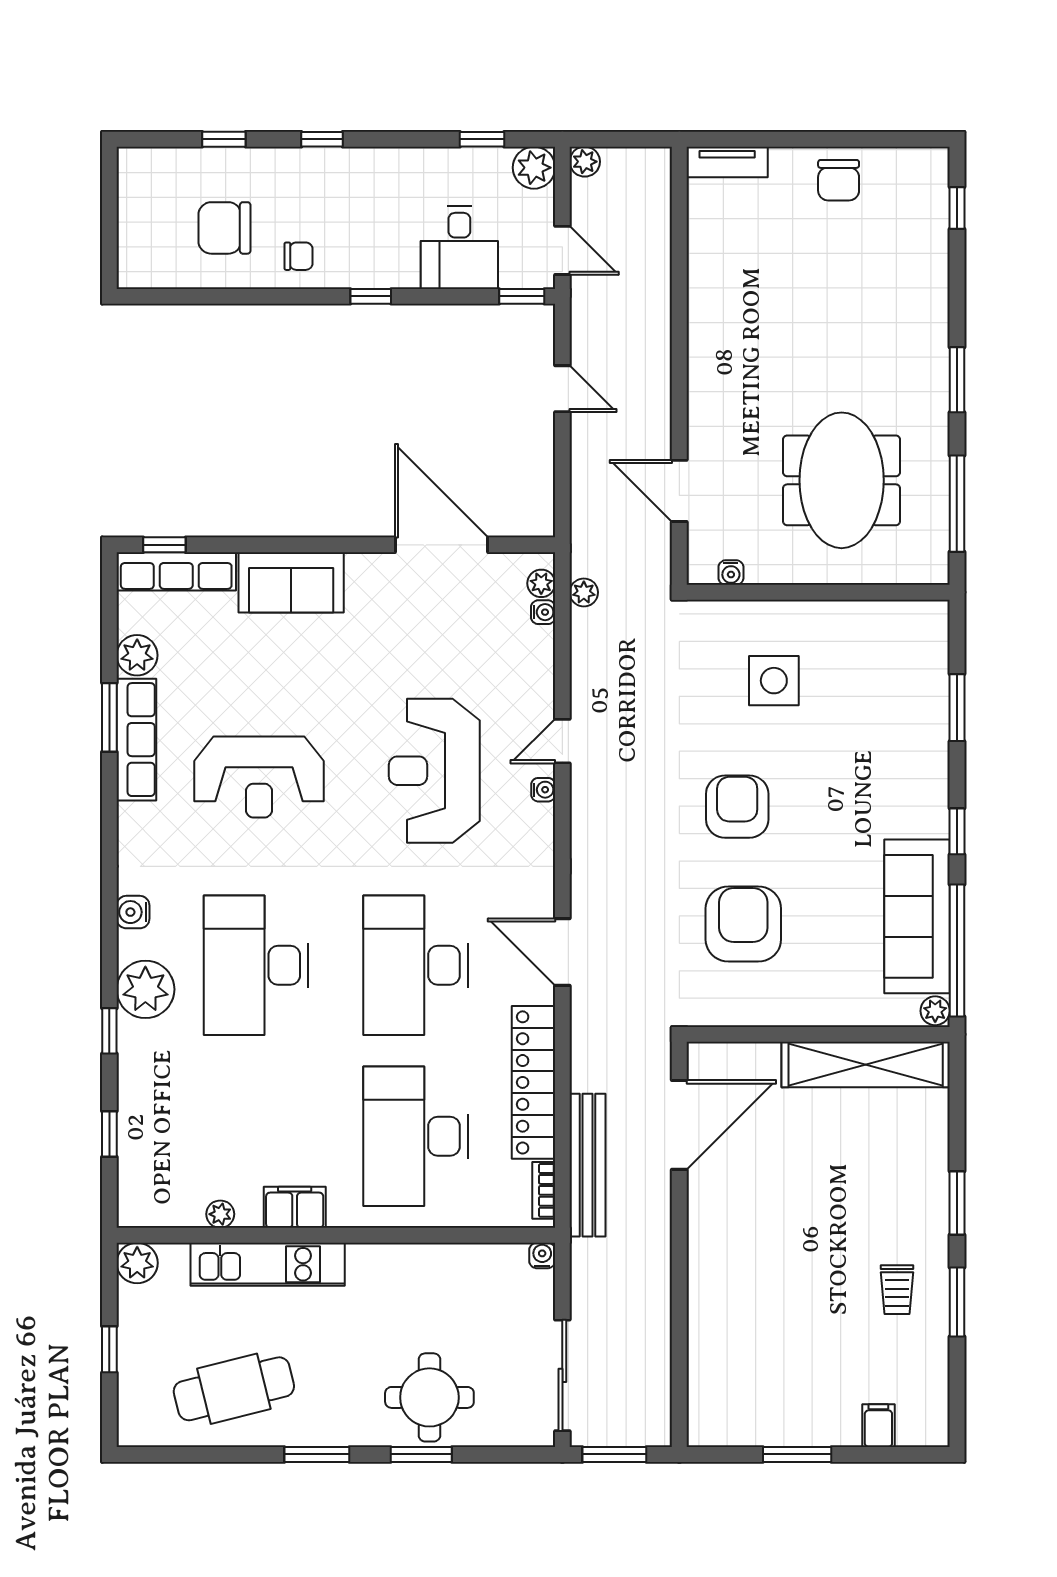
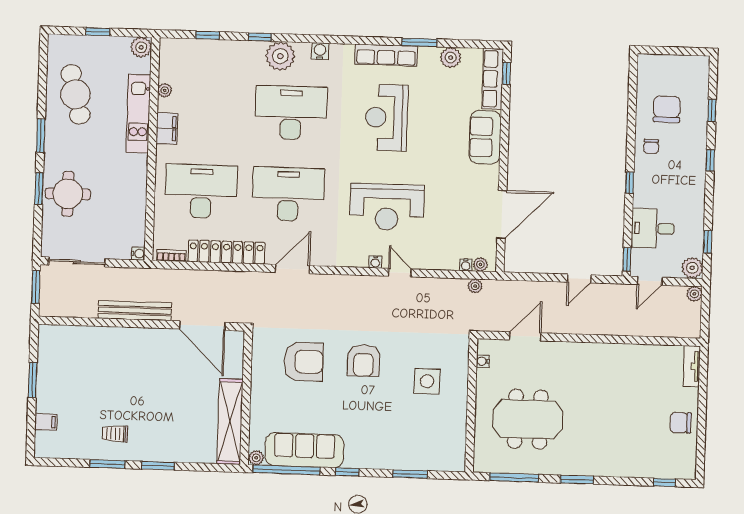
row of seats: (136, 740) -> (386, 55), moved
reception desk: (434, 771) -> (387, 207), turned 180
armchair: (737, 807) -> (363, 360), turned 90
bench: (587, 1165) -> (135, 311), moved

